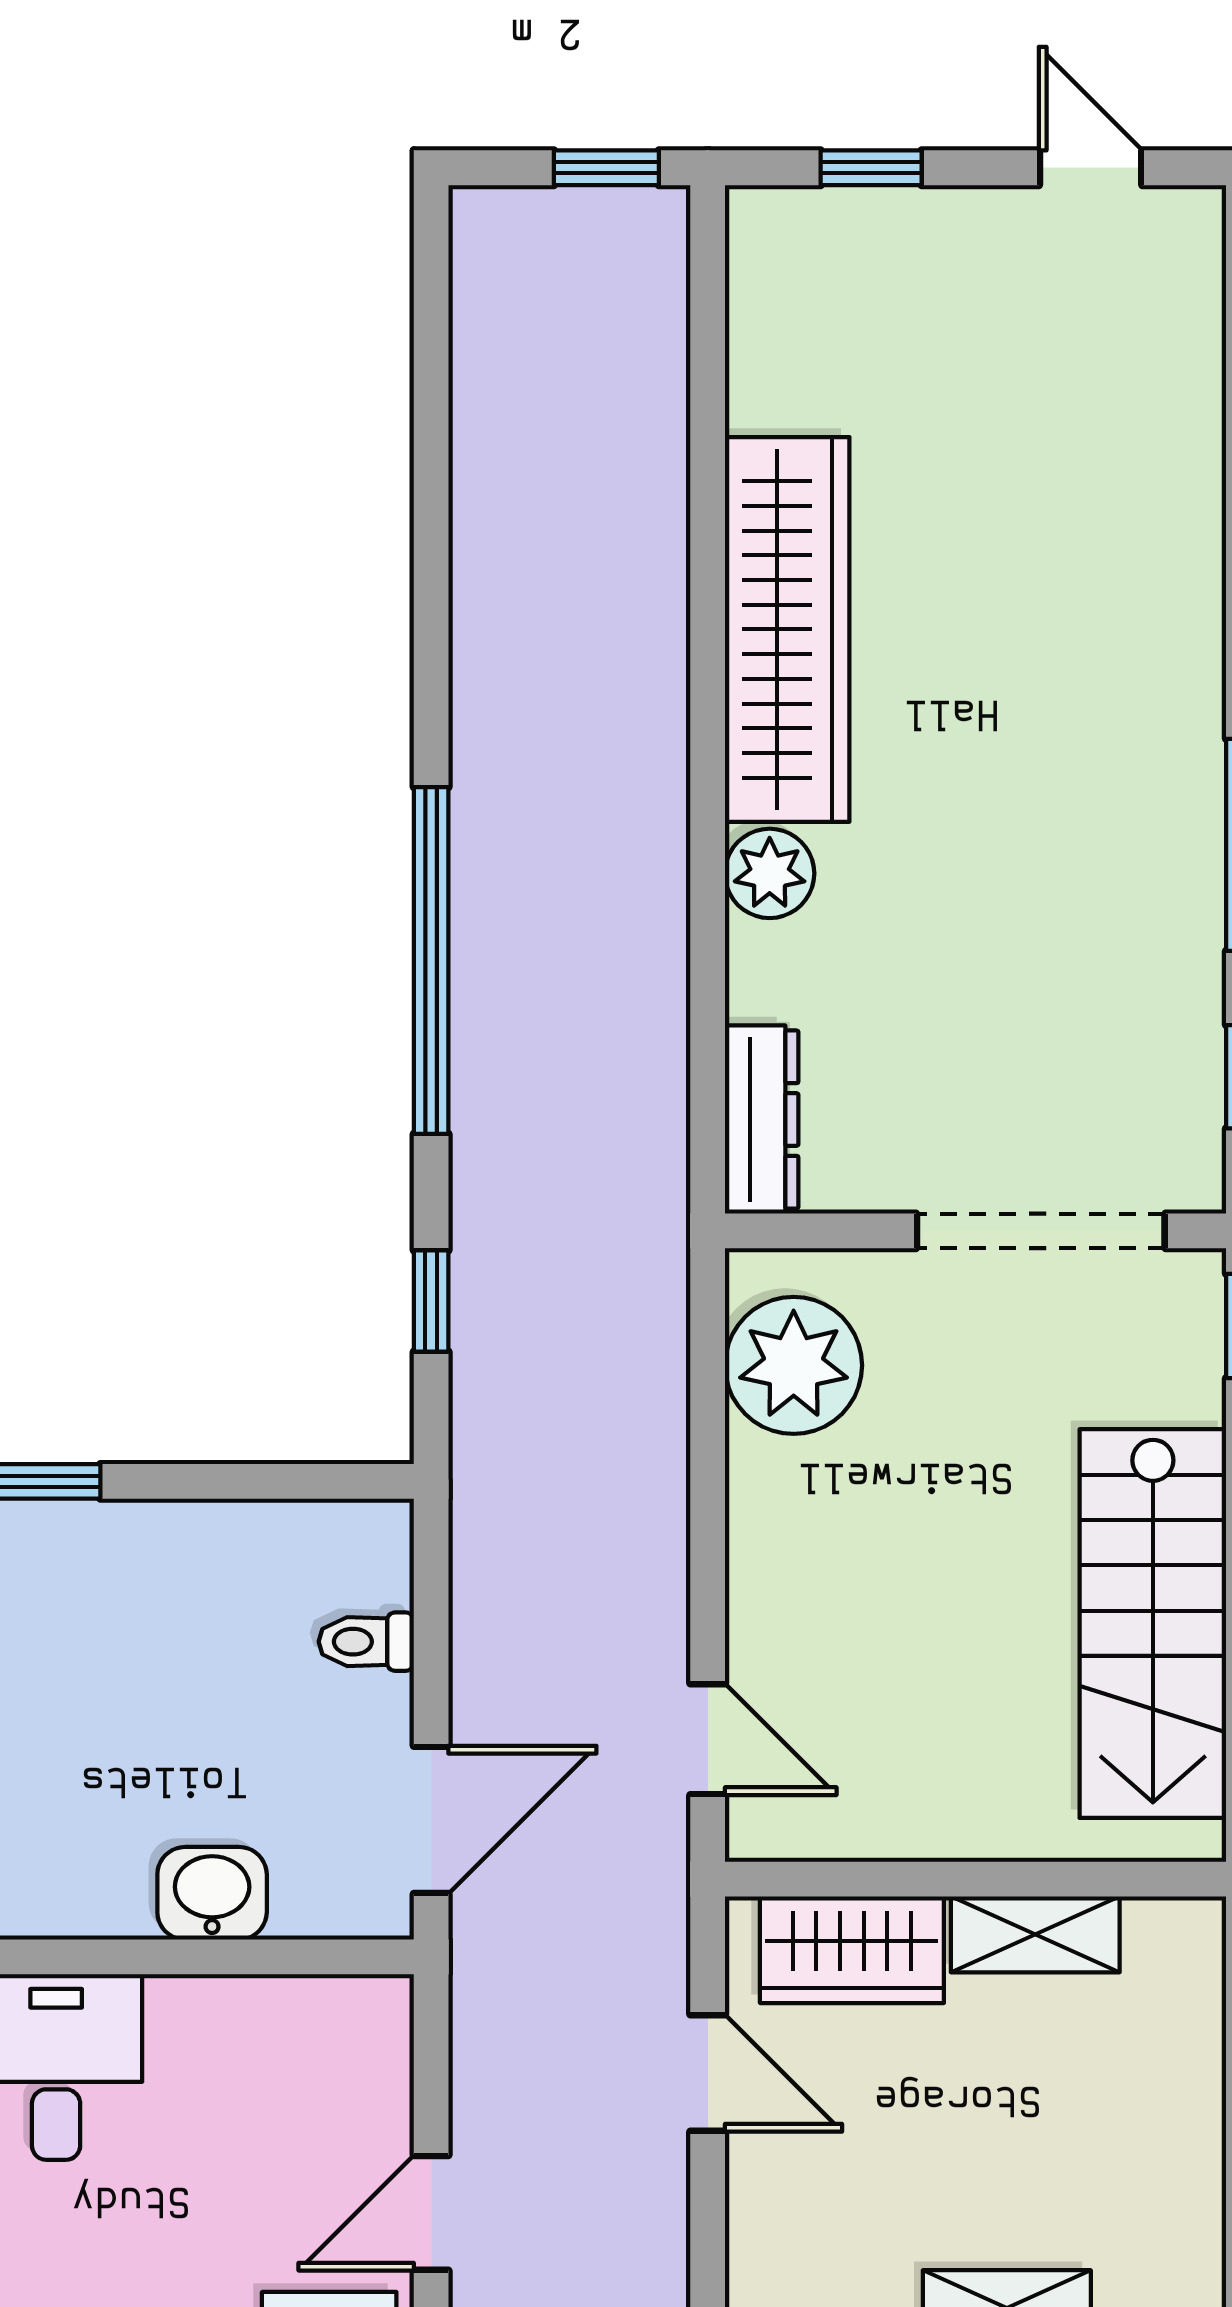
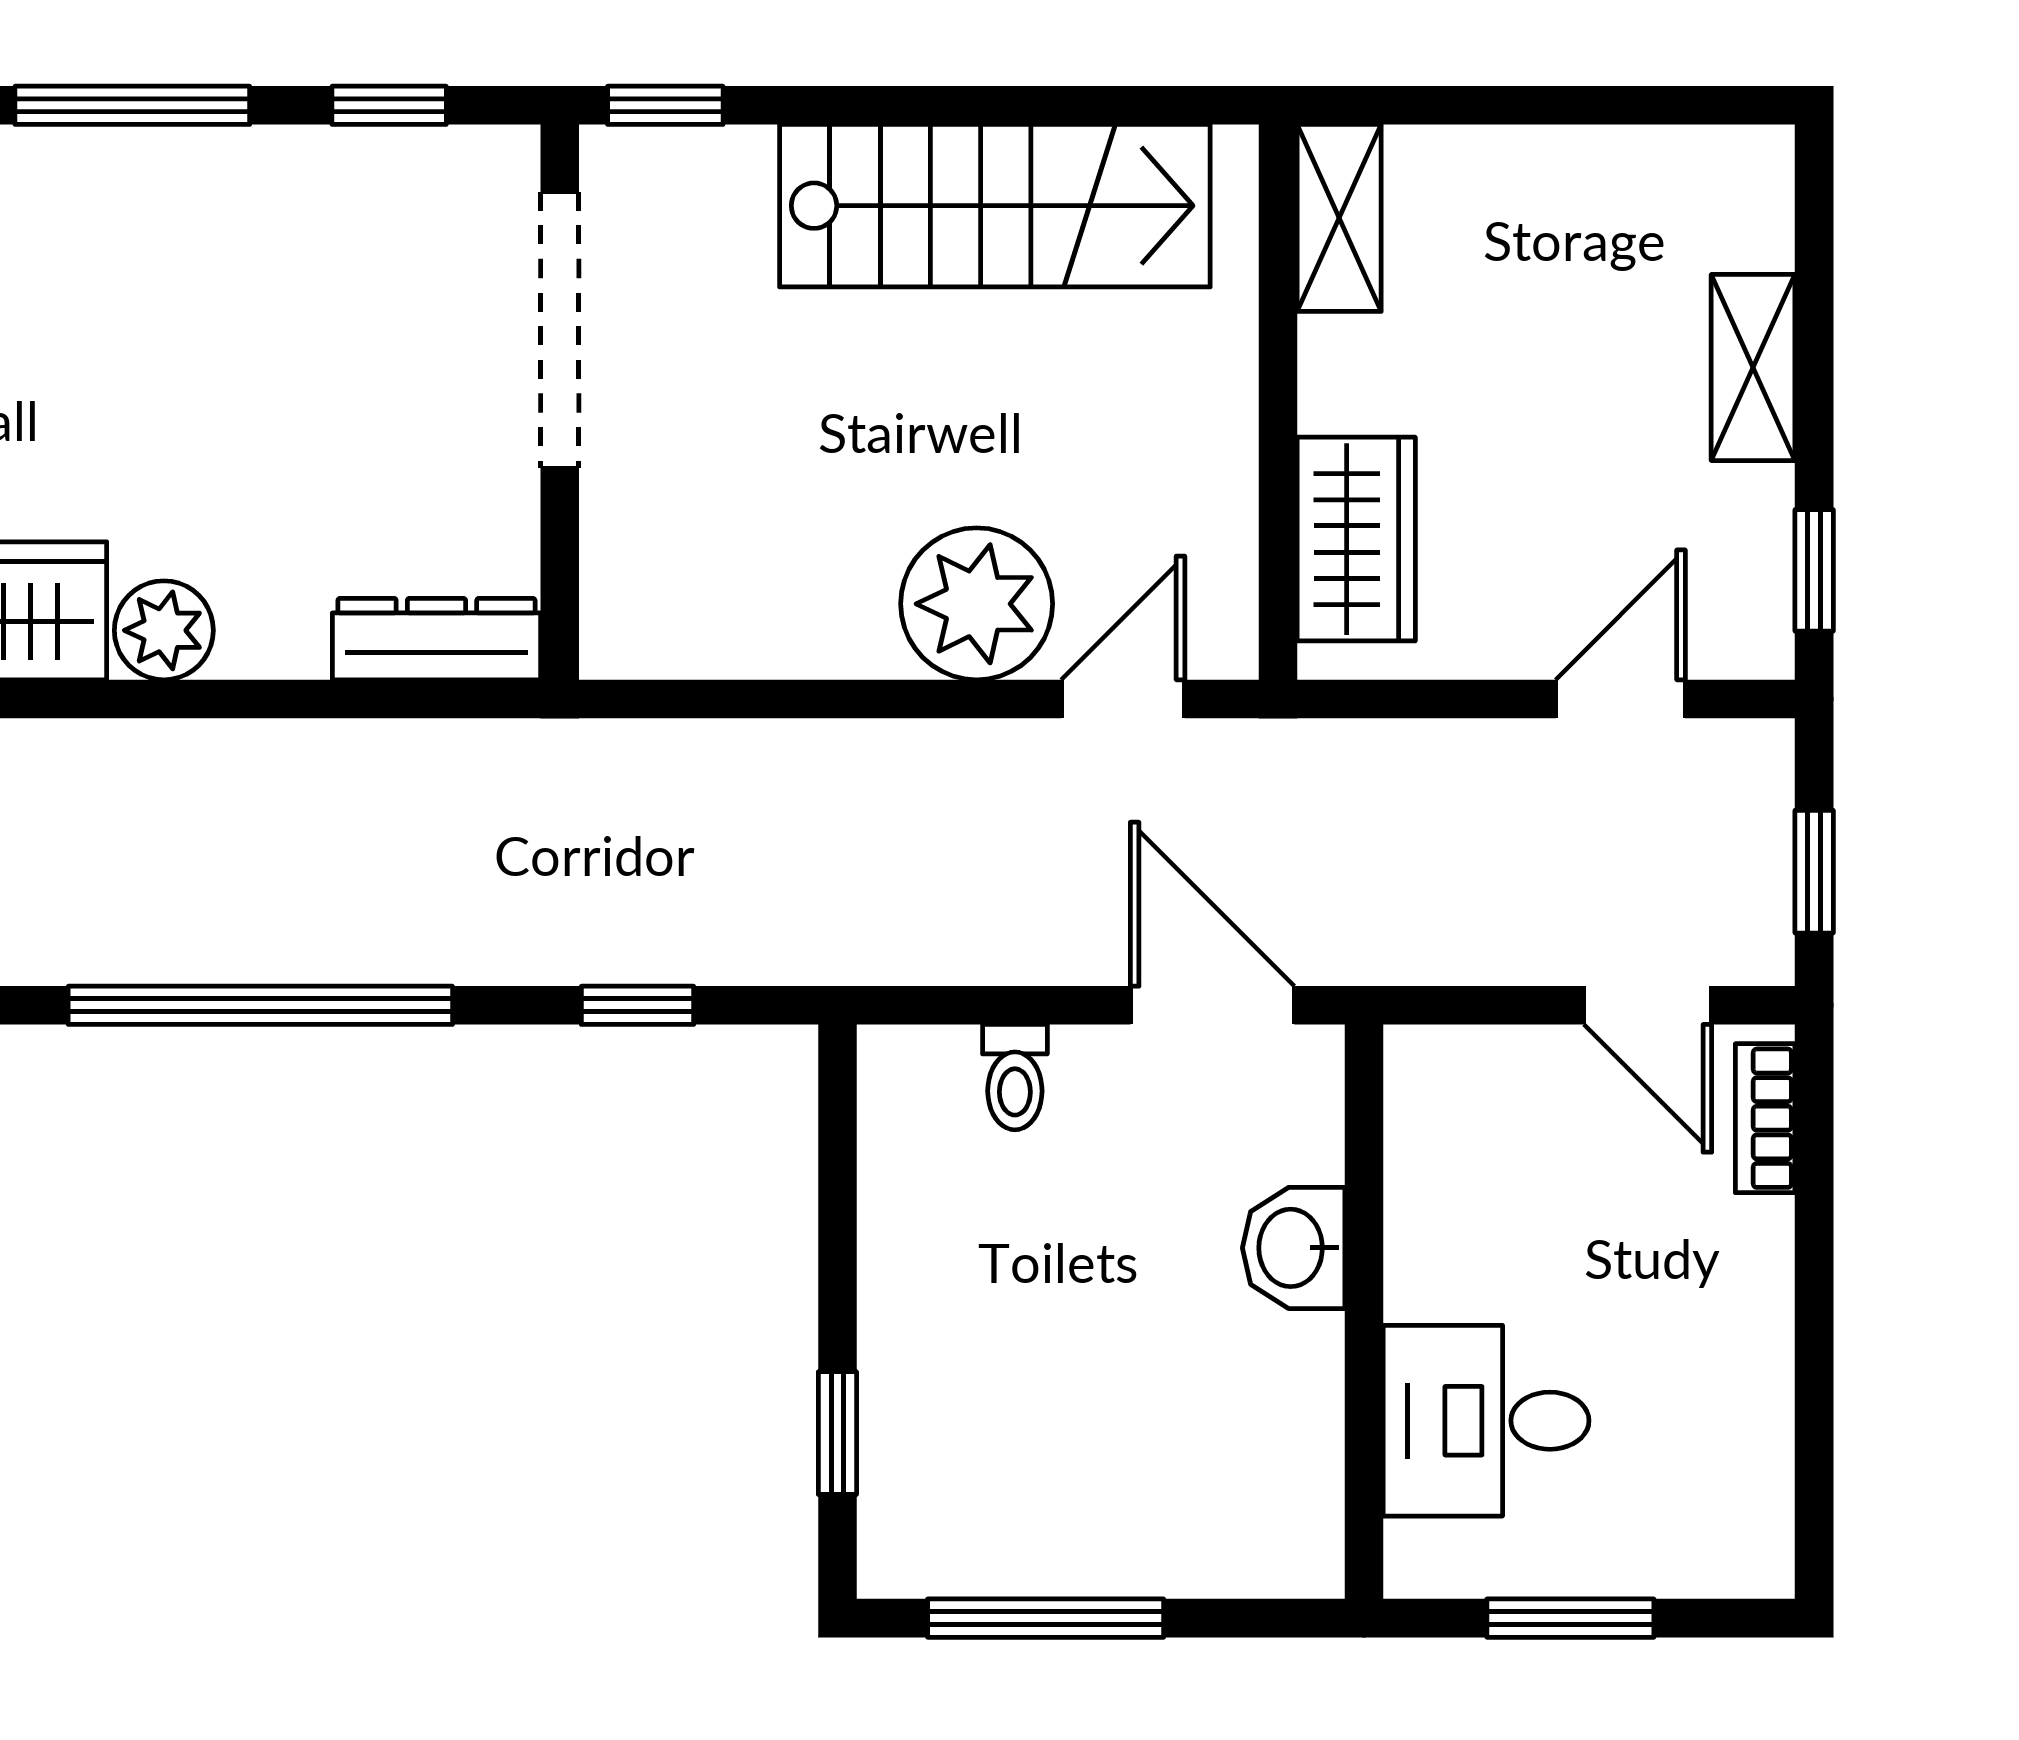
plant: (794, 1365) -> (977, 604), moved
shelving: (1035, 1934) -> (1339, 218), moved
door: (708, 2073) -> (1620, 699), moved

